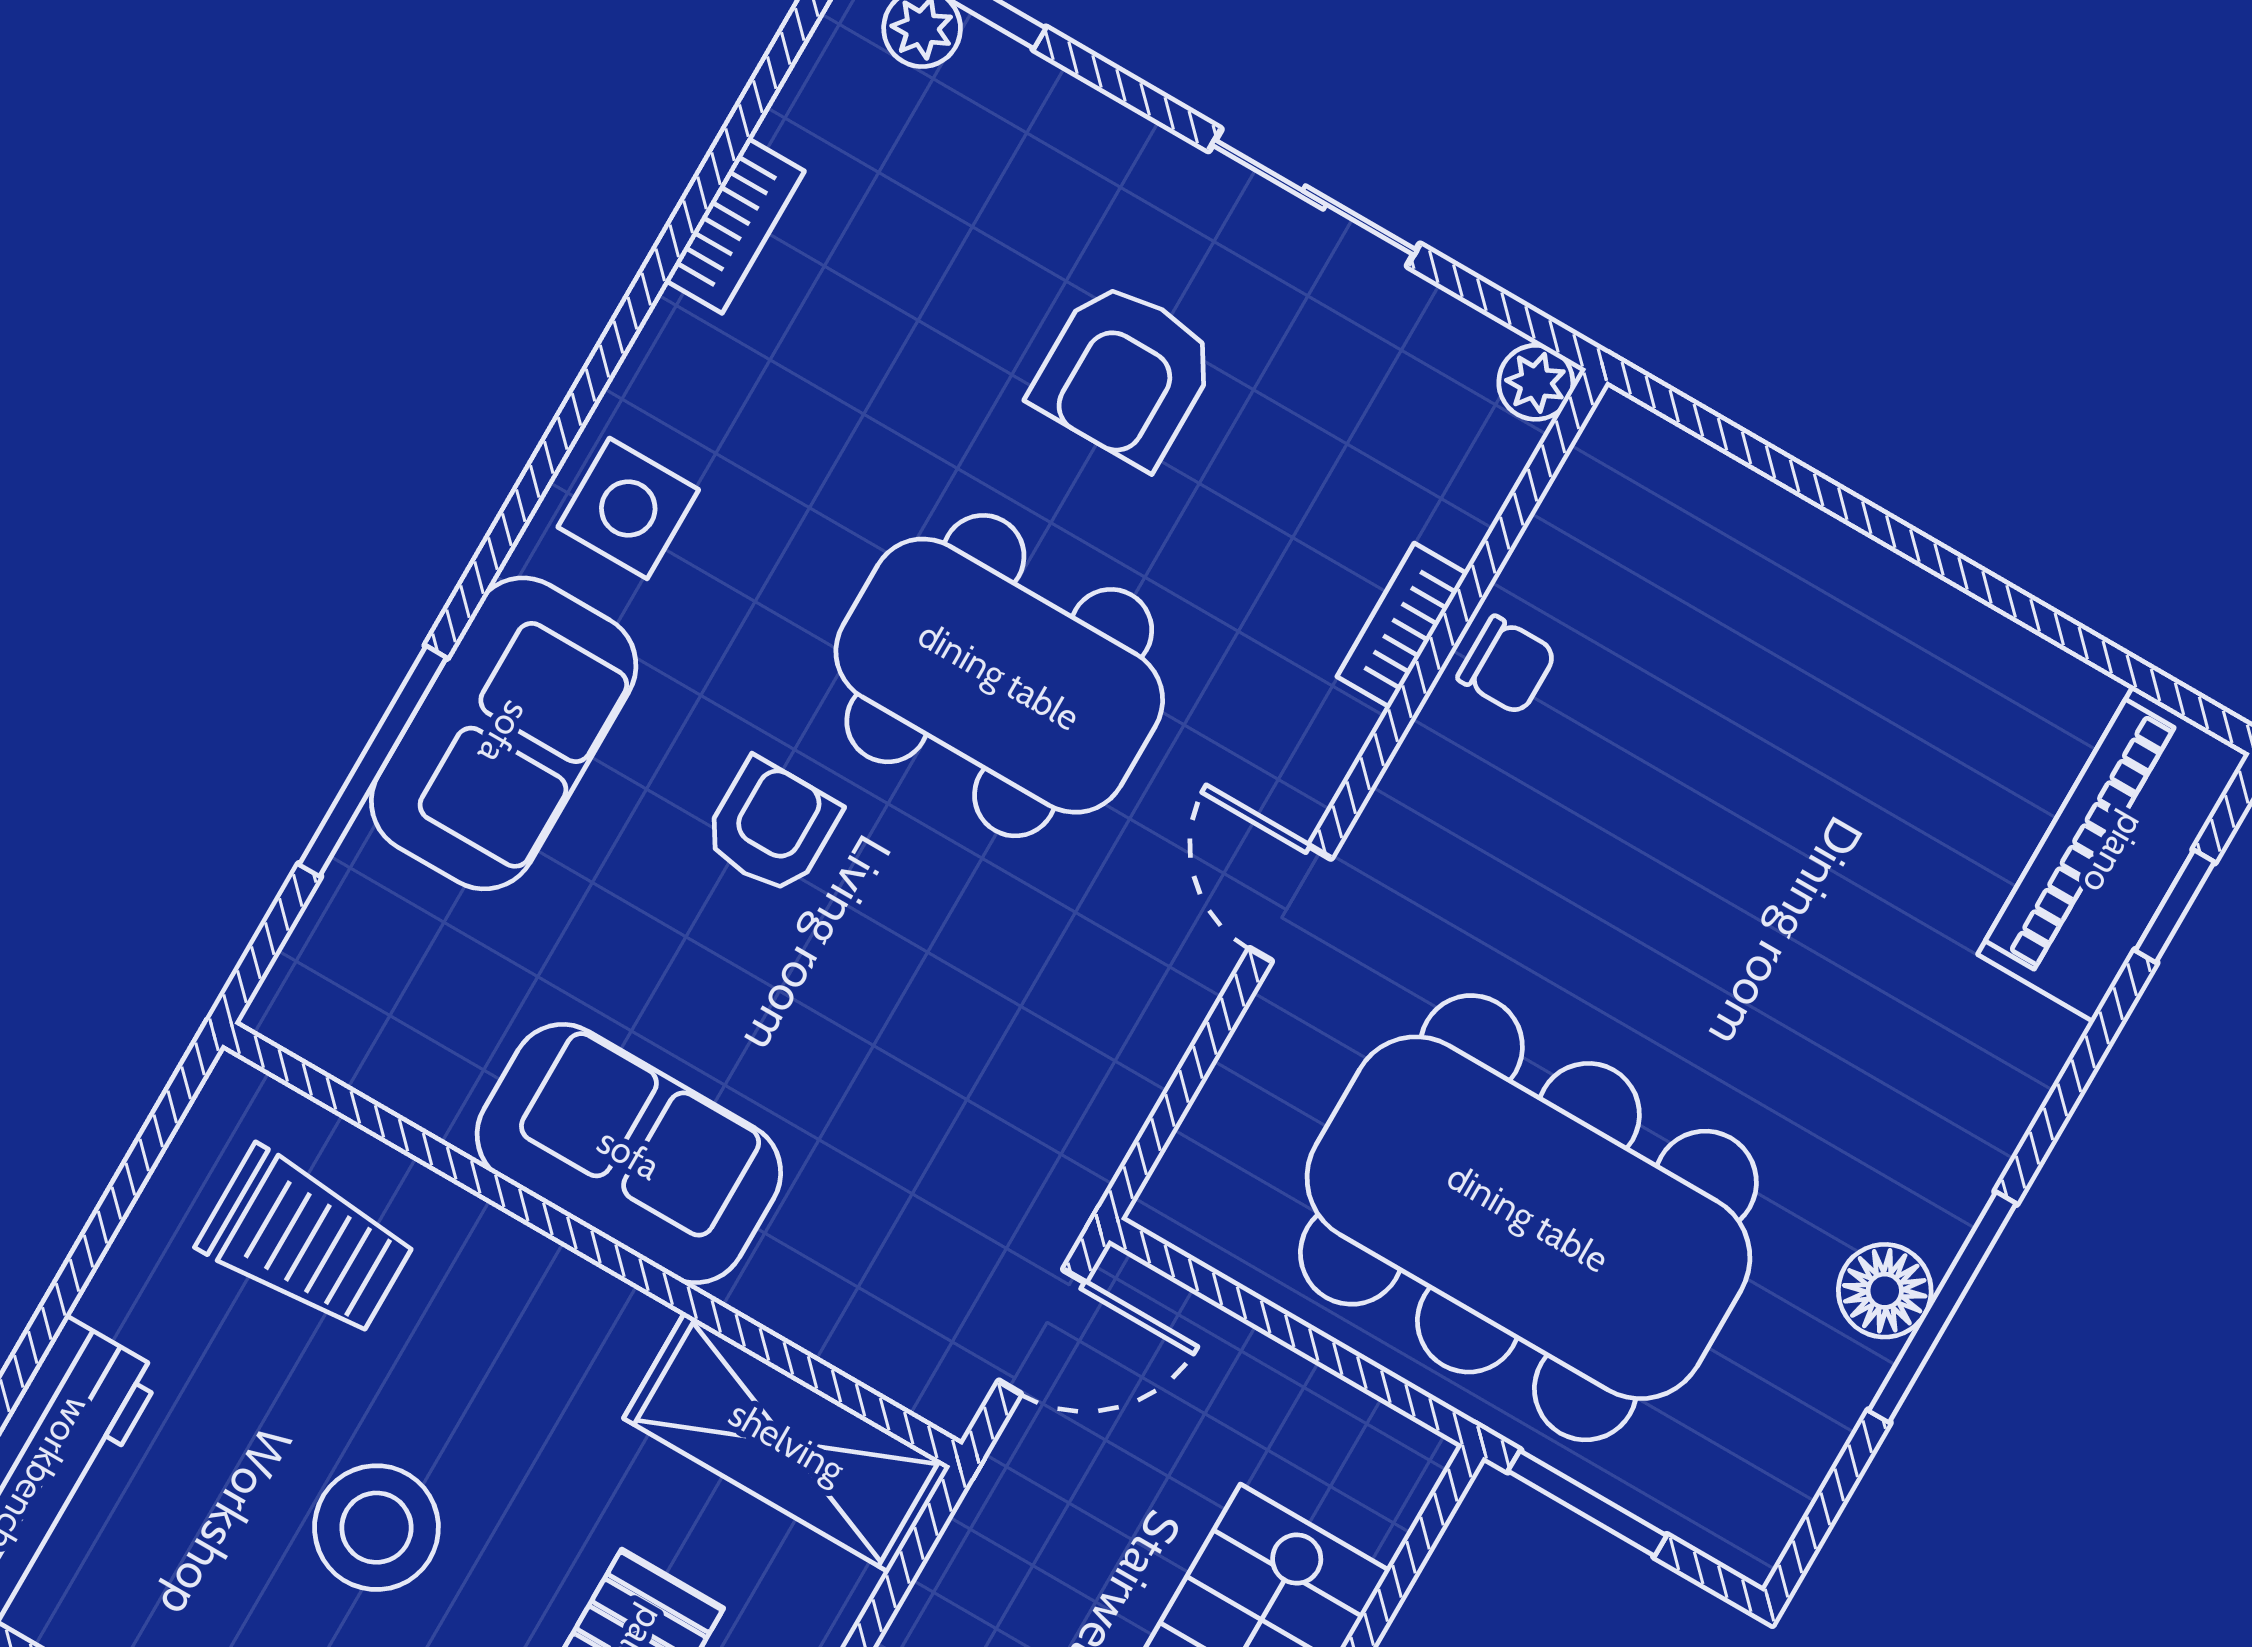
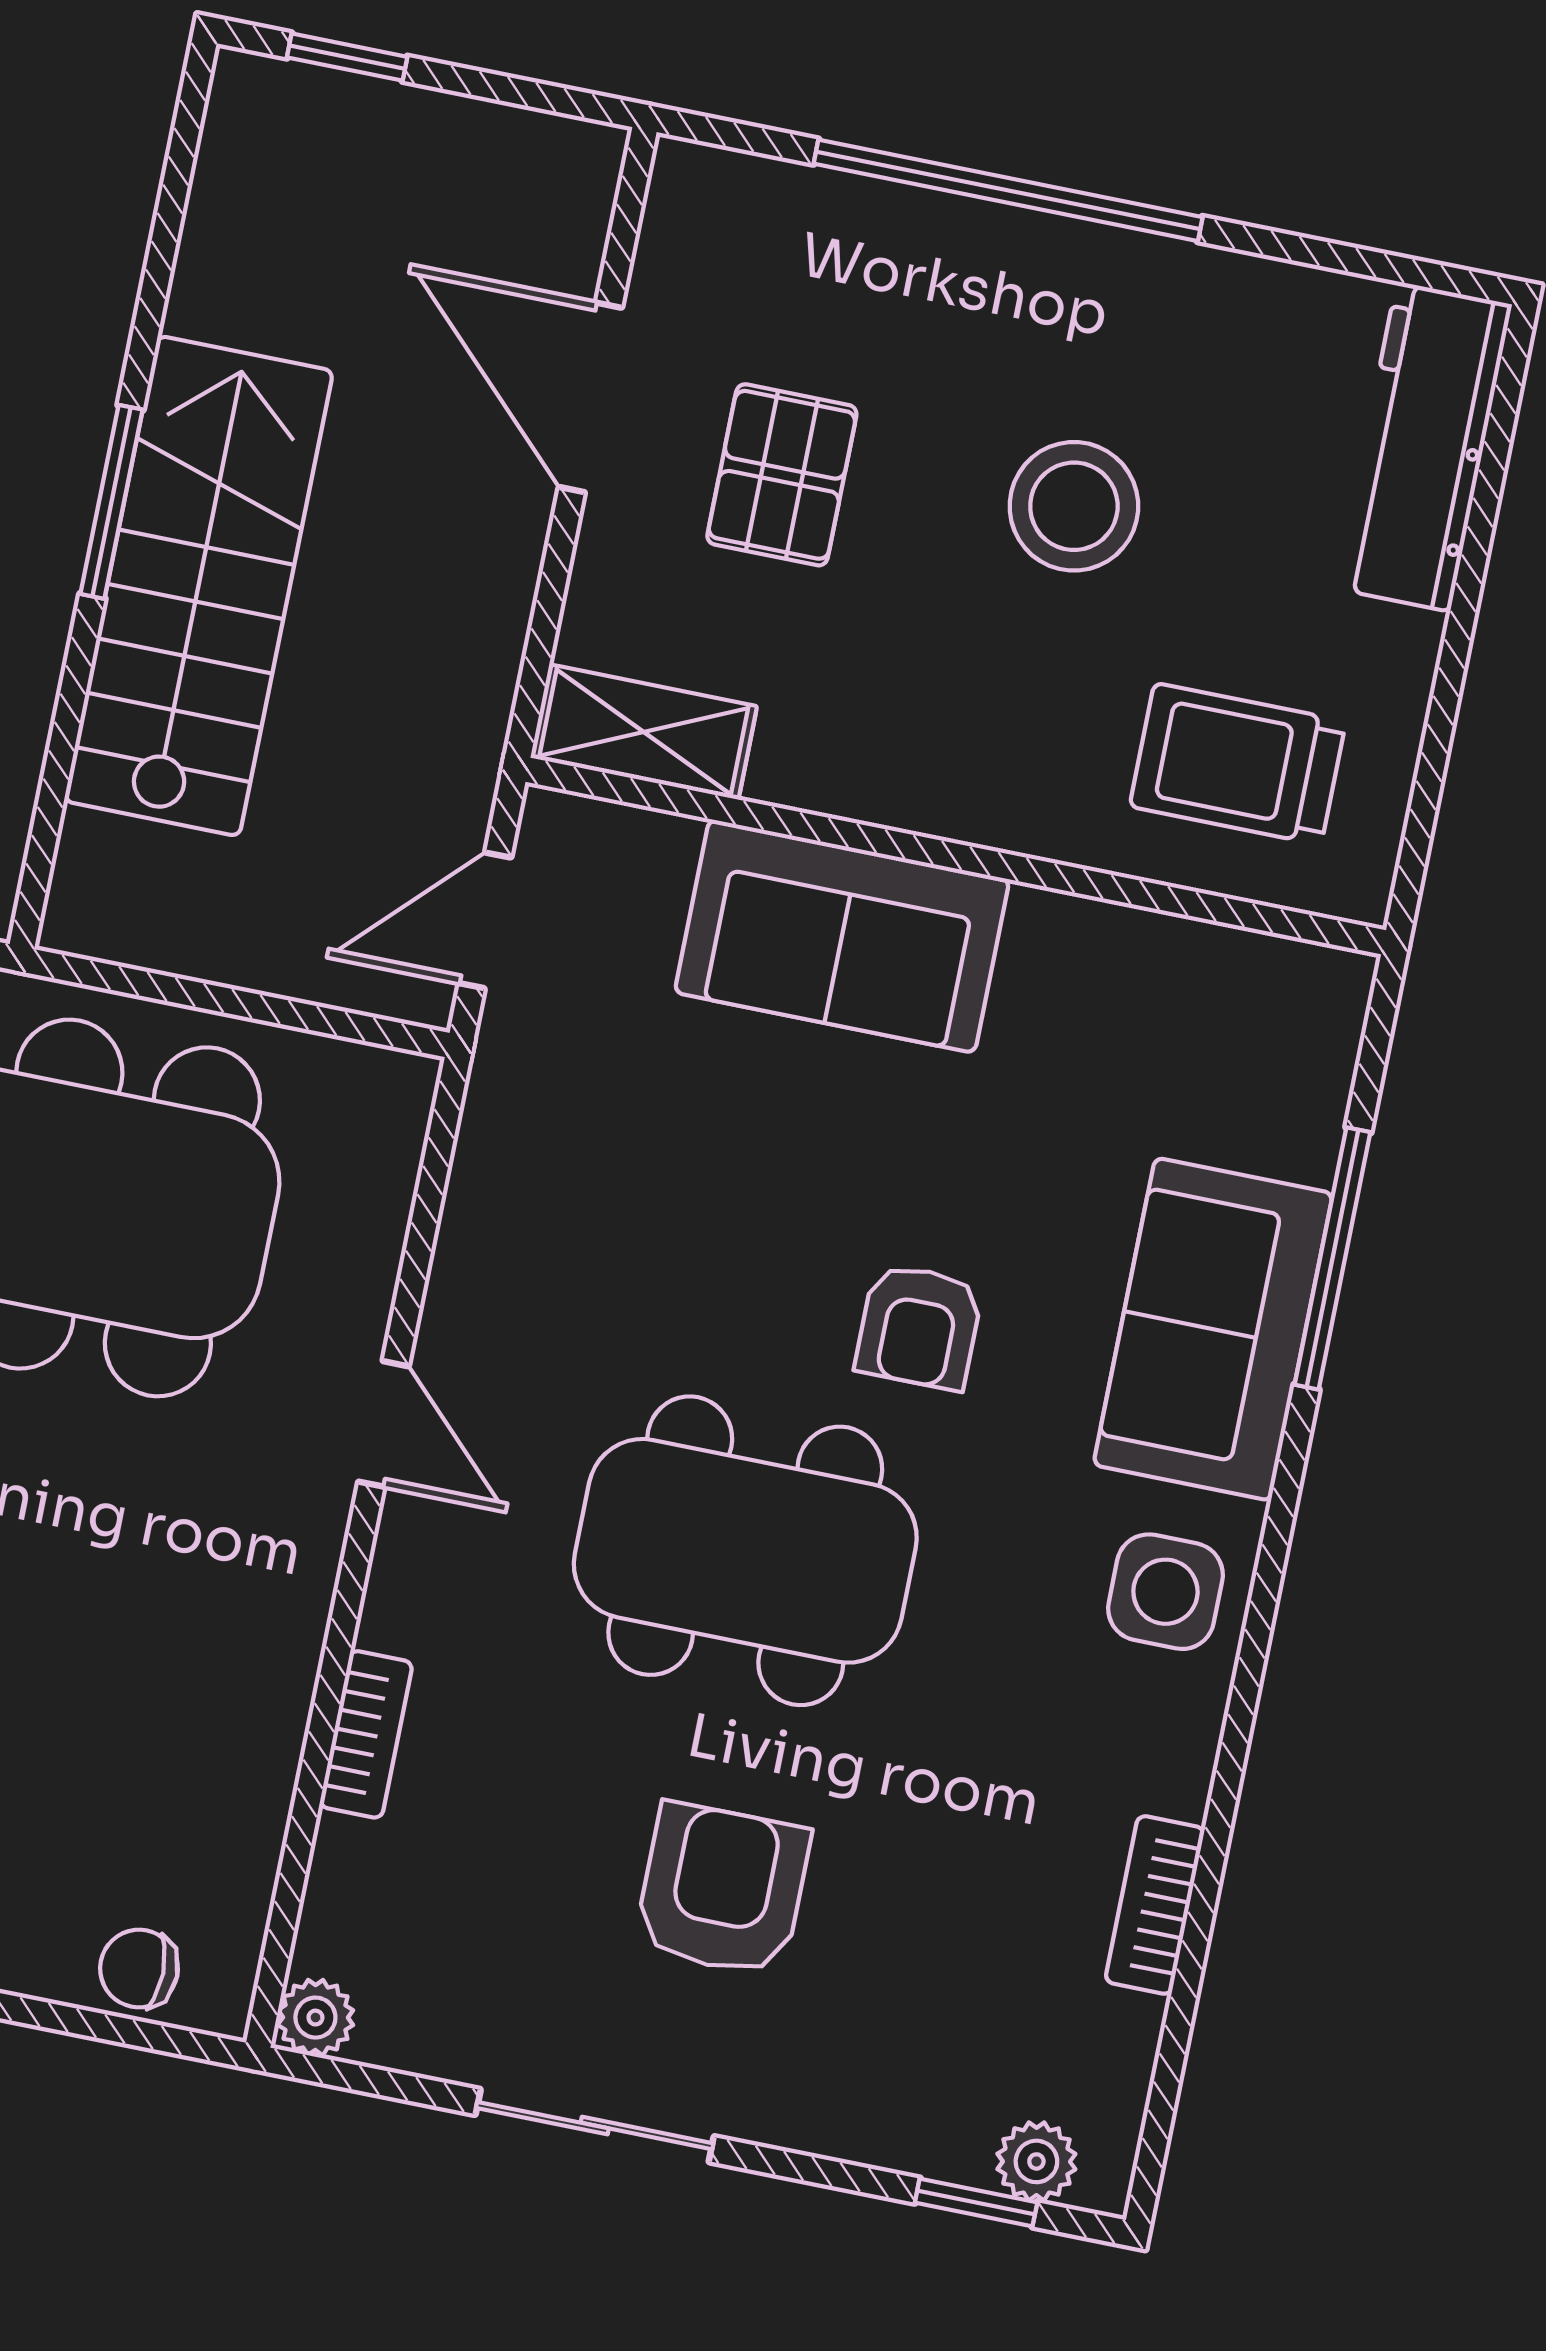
chair: (1507, 665) -> (139, 1969), moved
sofa: (629, 1154) -> (842, 936), moved
shelving: (787, 1442) -> (644, 732), width x0.67, depth x0.75

